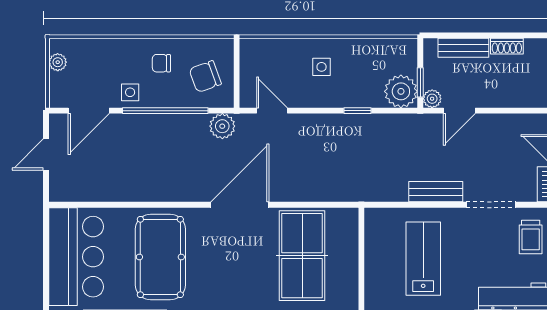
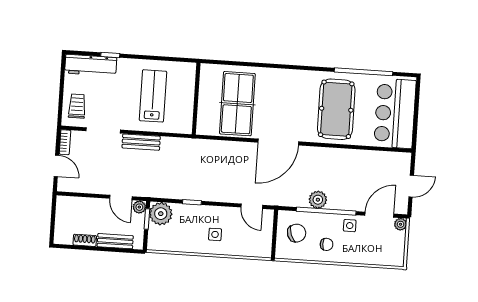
plant: (58, 62) -> (401, 224), moved
door: (459, 111) -> (121, 198), swing flipped
plant: (222, 126) -> (318, 200), moved
lab bench: (423, 259) -> (153, 96), turned 180

